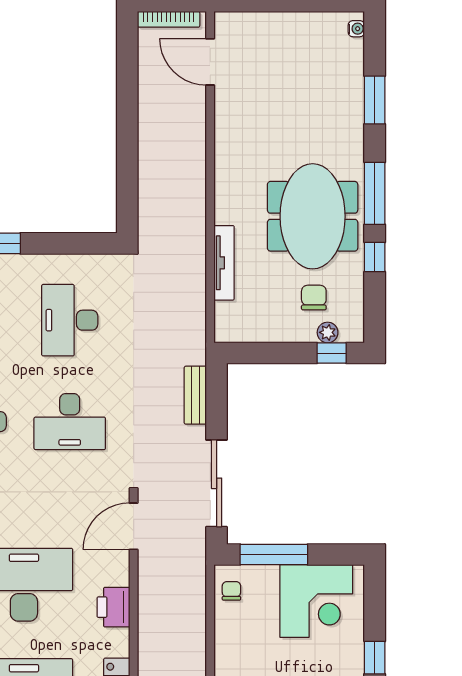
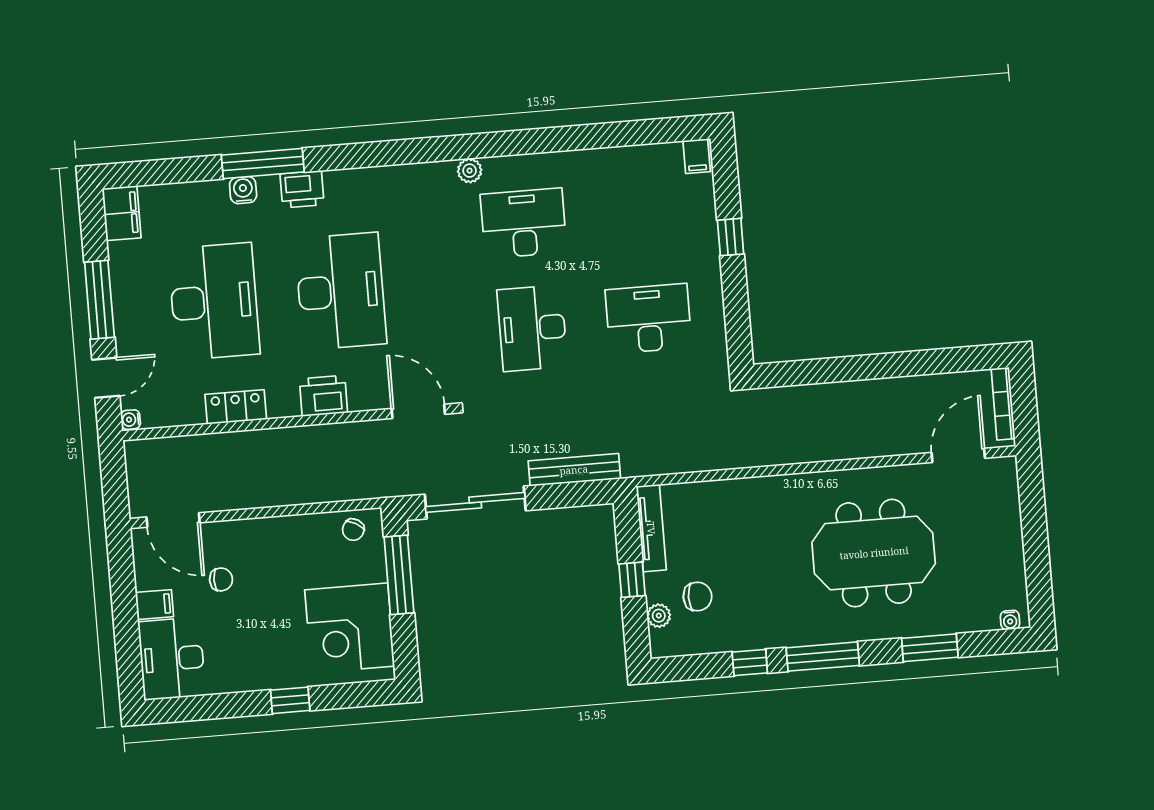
meeting table: (313, 216) -> (874, 553), moved
tv unit: (224, 263) -> (651, 528), moved, turned -90
window: (332, 353) -> (632, 580), moved
bench: (195, 395) -> (574, 470), width x1.36
chair: (231, 591) -> (353, 530), turned 120

